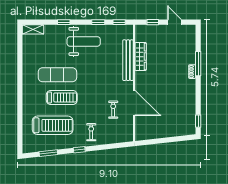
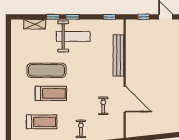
window: (98, 22) -> (72, 17), moved
shelving: (33, 29) -> (35, 24), moved
wardrobe: (141, 57) -> (131, 52), removed
treadmill: (53, 125) -> (42, 122), width x0.73, depth x0.73

